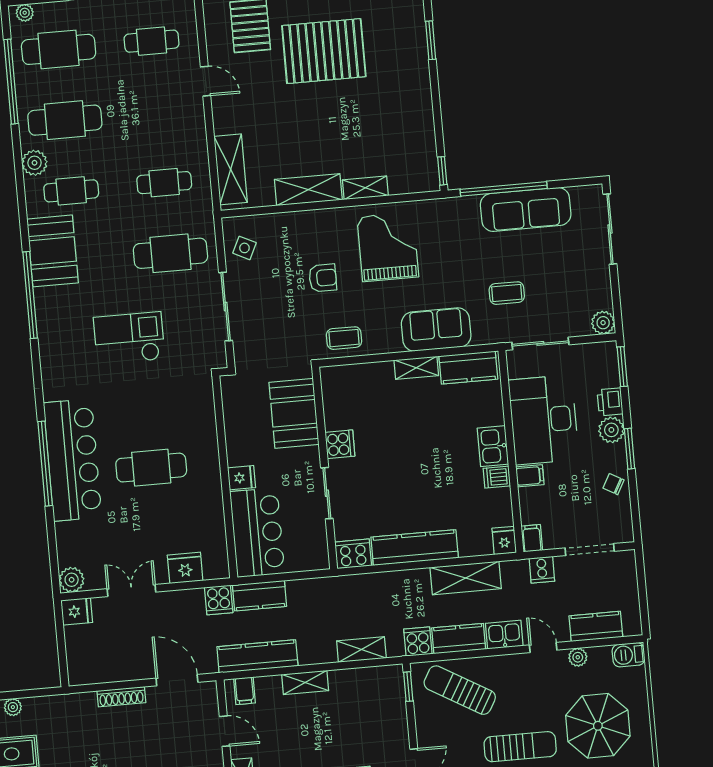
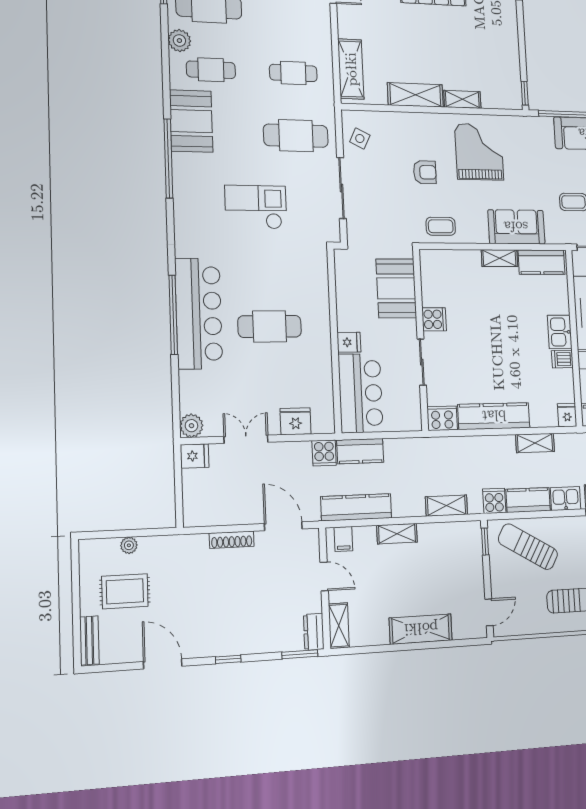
shelving: (466, 578) -> (535, 443), width x0.67, depth x0.75

